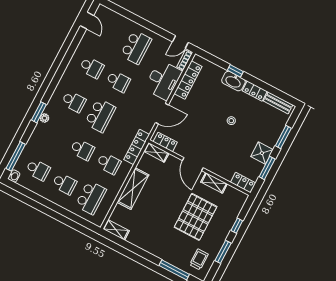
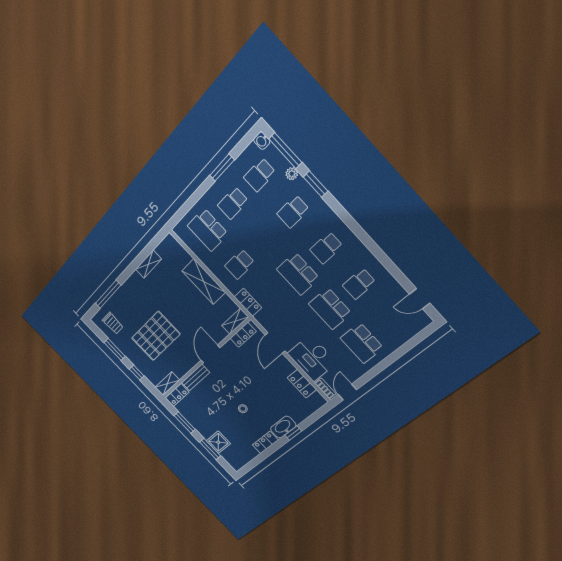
locker: (188, 80) -> (302, 384), width x0.66
school desk: (118, 81) -> (330, 309), width x1.85
bench: (278, 103) -> (195, 378), moved
window: (39, 112) -> (316, 184), moved
plant: (44, 118) -> (292, 174), moved
locker: (137, 147) -> (248, 302), width x0.66
school desk: (82, 150) -> (293, 212), moved
shower: (262, 153) -> (218, 442), moved
door: (193, 164) -> (210, 354), hinge flipped
shelving: (214, 183) -> (167, 384), moved
window: (41, 200) -> (222, 168), added
pallet: (196, 217) -> (156, 336), turned 90
shelving: (116, 230) -> (149, 264), moved

